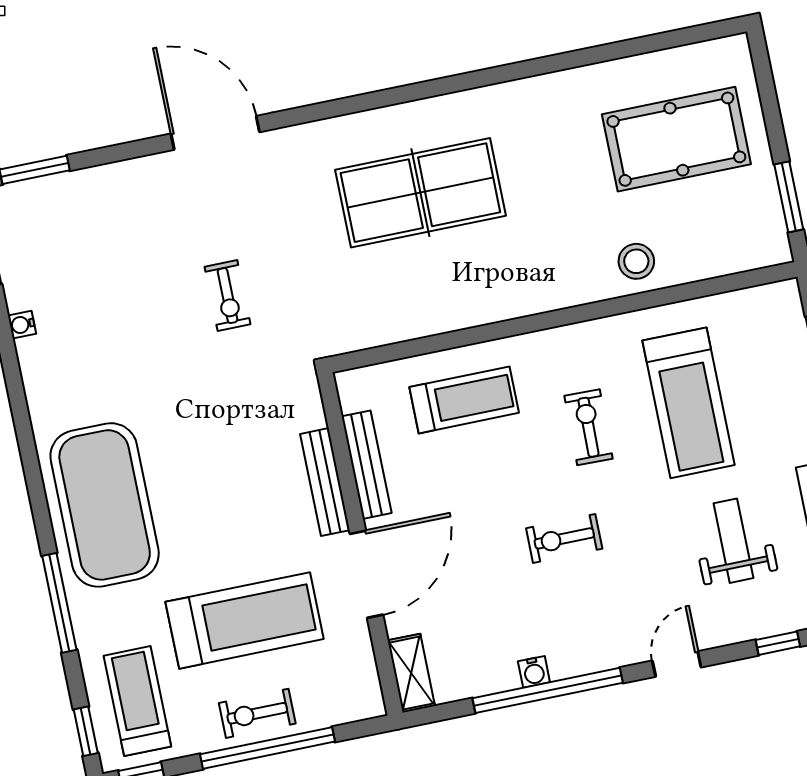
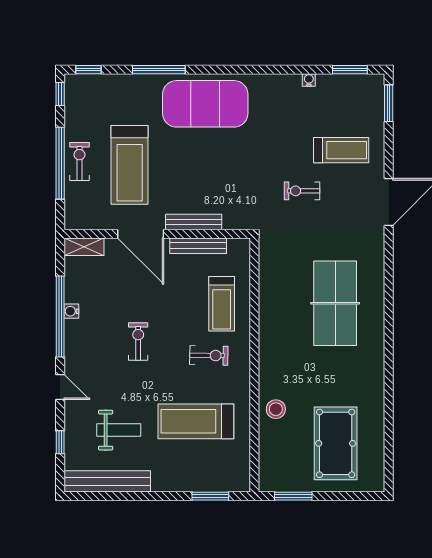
exercise bike: (589, 427) -> (209, 355), moved
treadmill: (137, 701) -> (341, 150), moved

